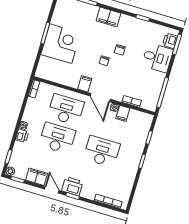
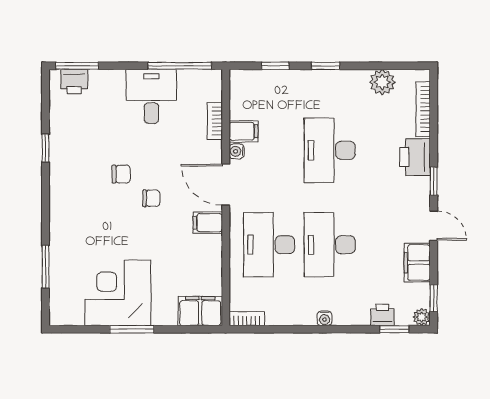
filing cabinet: (109, 17) -> (200, 311), moved, turned -90
corner desk: (61, 44) -> (118, 293), moved
desk: (157, 58) -> (151, 96), moved
door: (100, 98) -> (226, 185), swing flipped
printer: (22, 136) -> (382, 315), moved
printer: (72, 186) -> (415, 157), moved
plant: (126, 186) -> (382, 82), added
door: (52, 190) -> (434, 226), swing flipped

